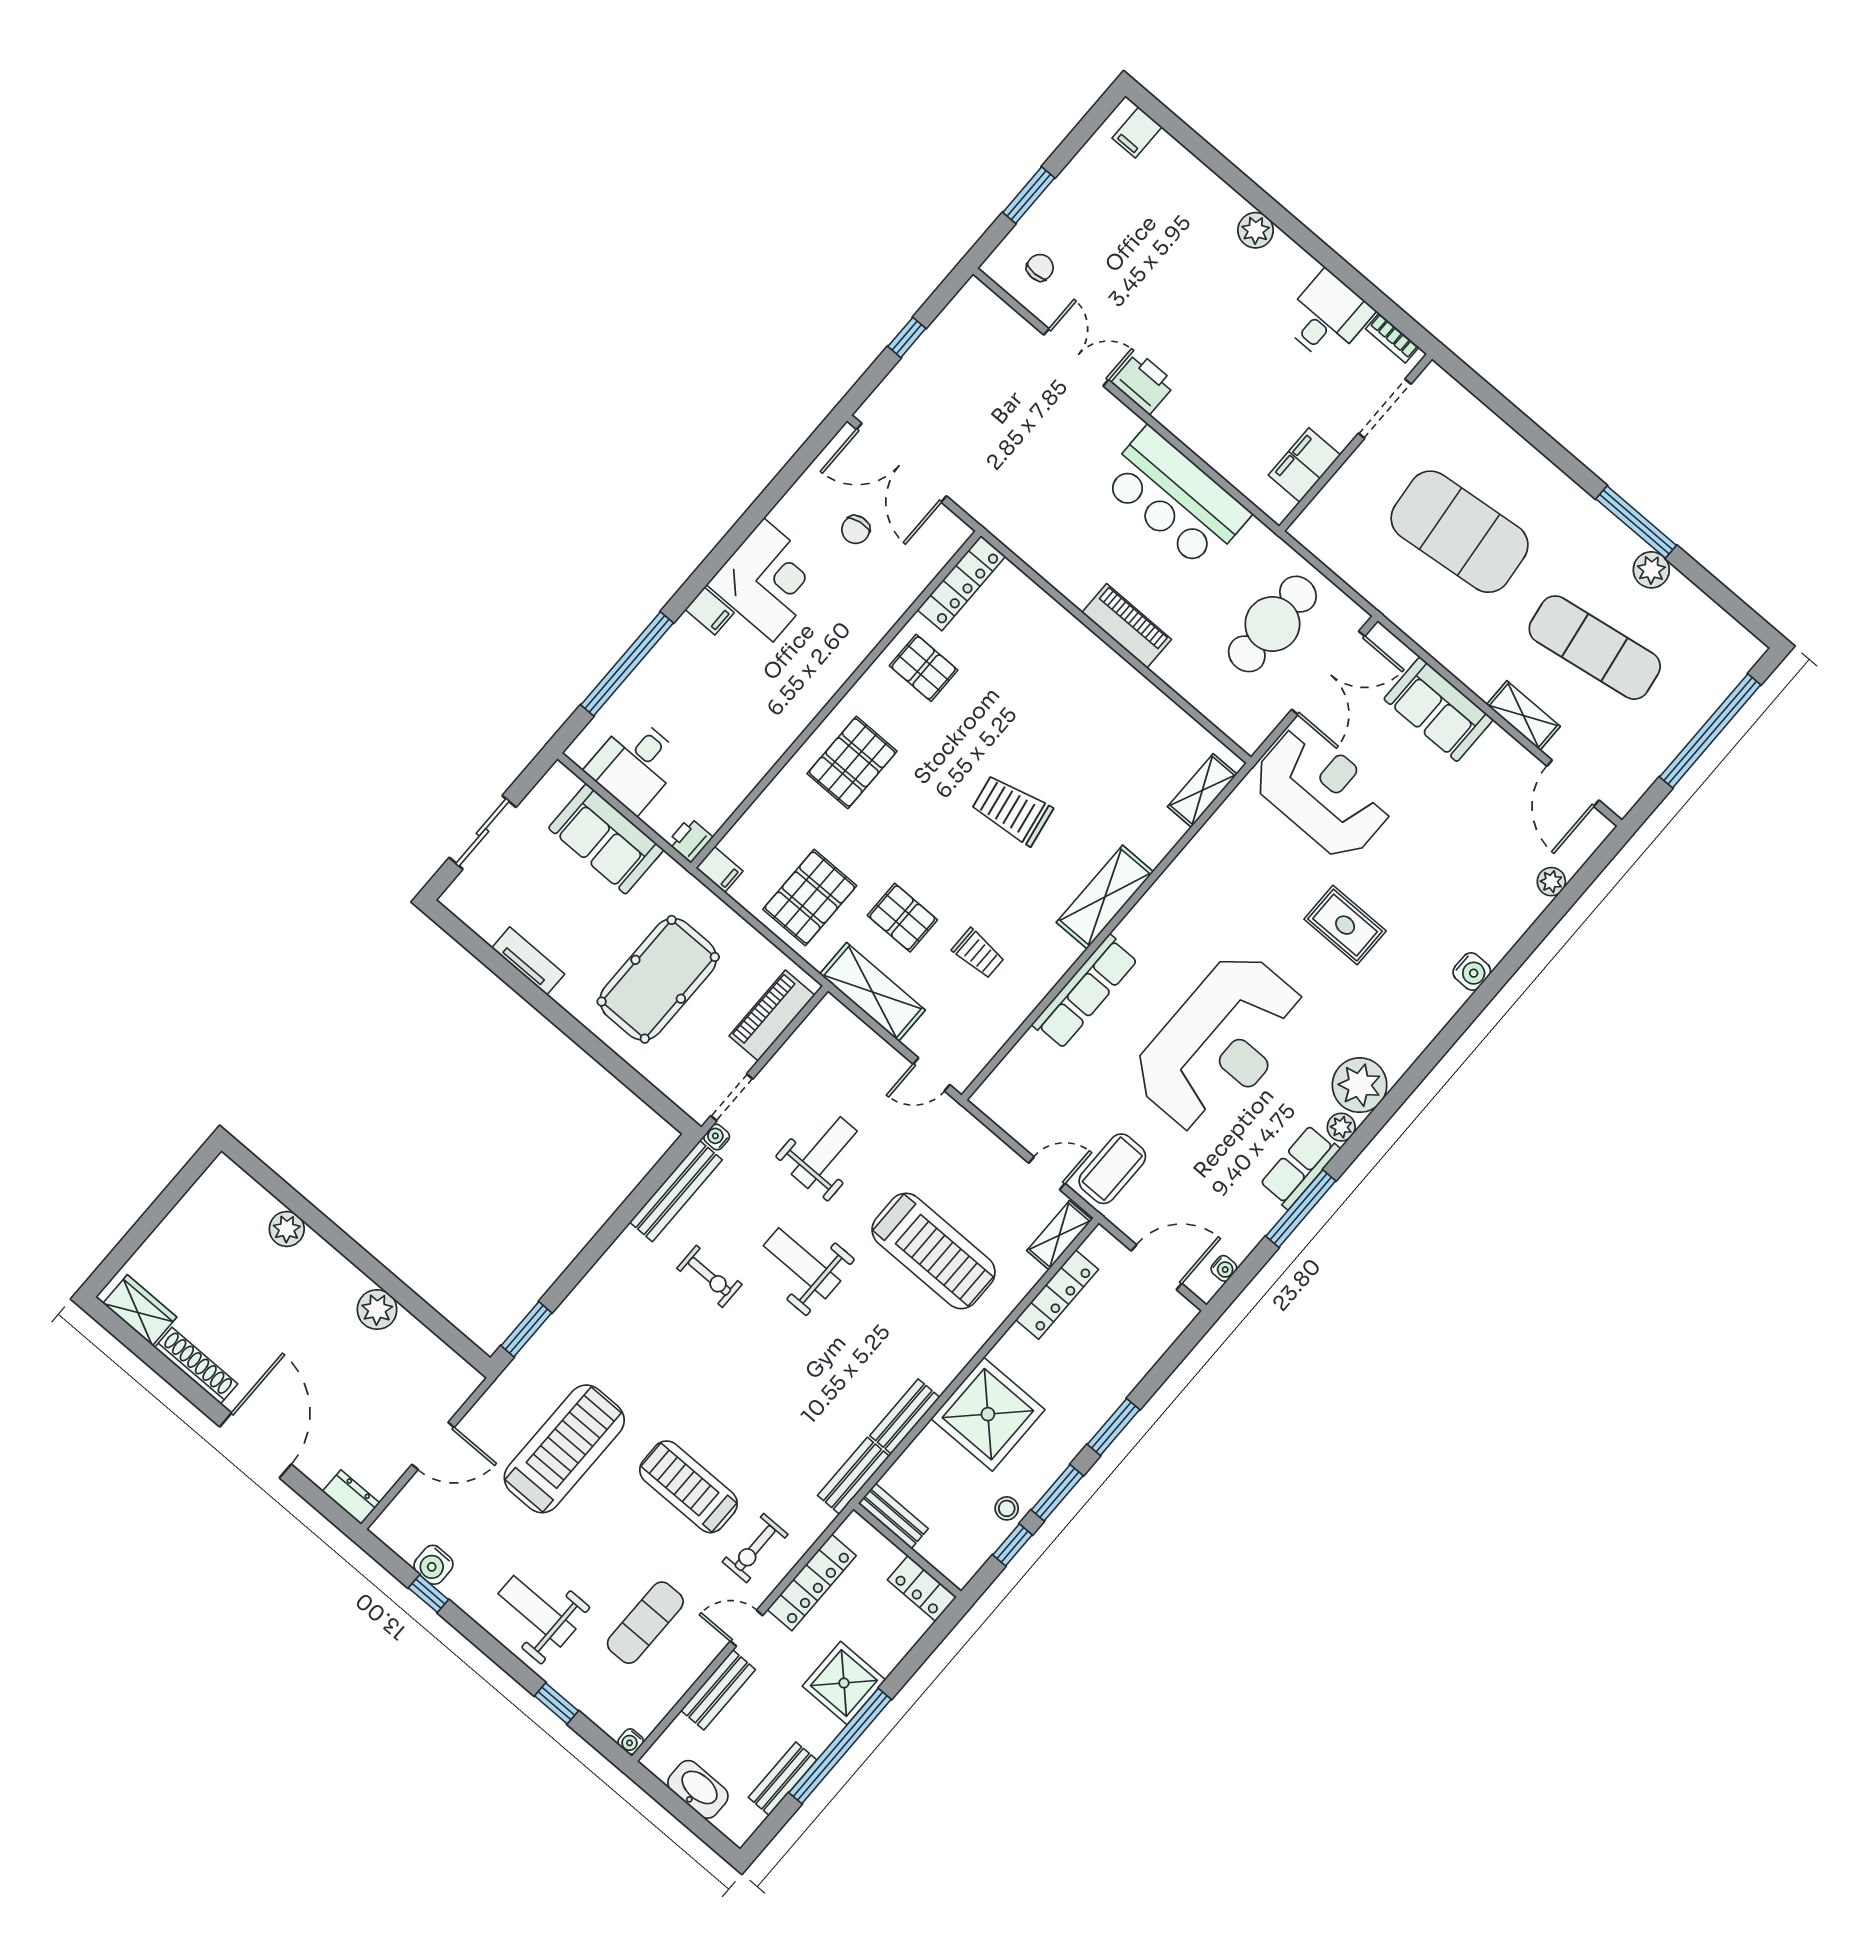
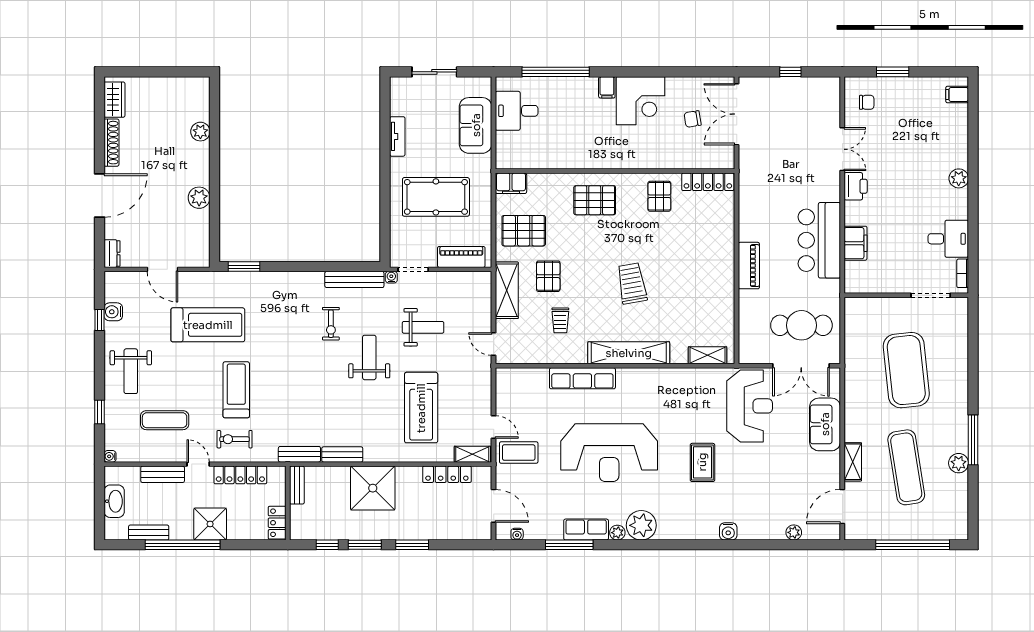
filing cabinet: (1304, 465) -> (856, 243), moved, turned 90
printer: (690, 840) -> (505, 161), removed
filing cabinet: (720, 869) -> (511, 183), width x2.00
shelving: (1105, 897) -> (629, 353), width x1.47
stool: (1007, 1508) -> (340, 529), removed
weight bench: (537, 1611) -> (131, 371), turned 180

